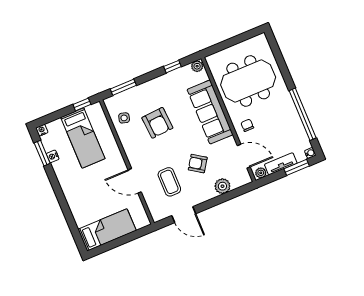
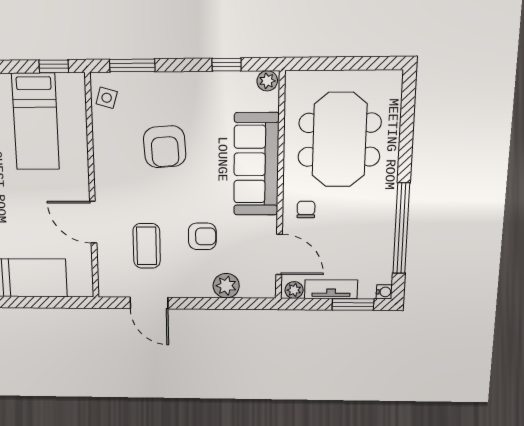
meeting table: (248, 81) -> (339, 140), turned 90
side table: (124, 118) -> (107, 98), moved
armchair: (198, 164) -> (202, 236), turned 146

